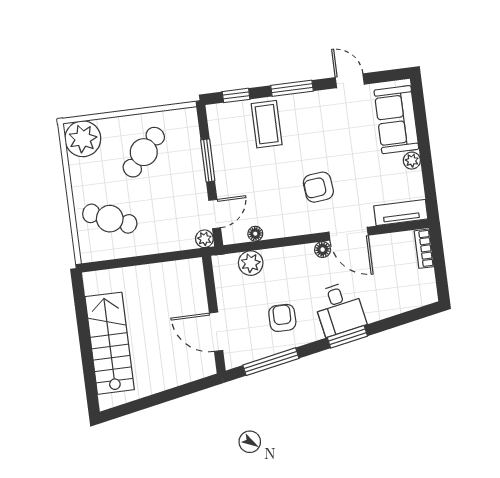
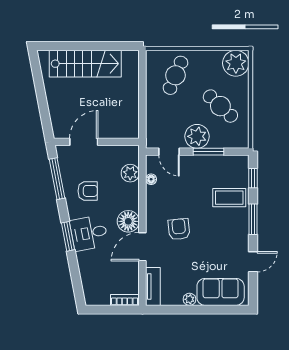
plant: (204, 239) -> (197, 136), moved, width x1.88, depth x1.88
floor lamp: (323, 250) -> (128, 221), width x1.89, depth x1.89

